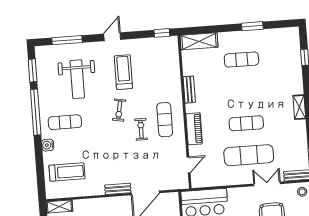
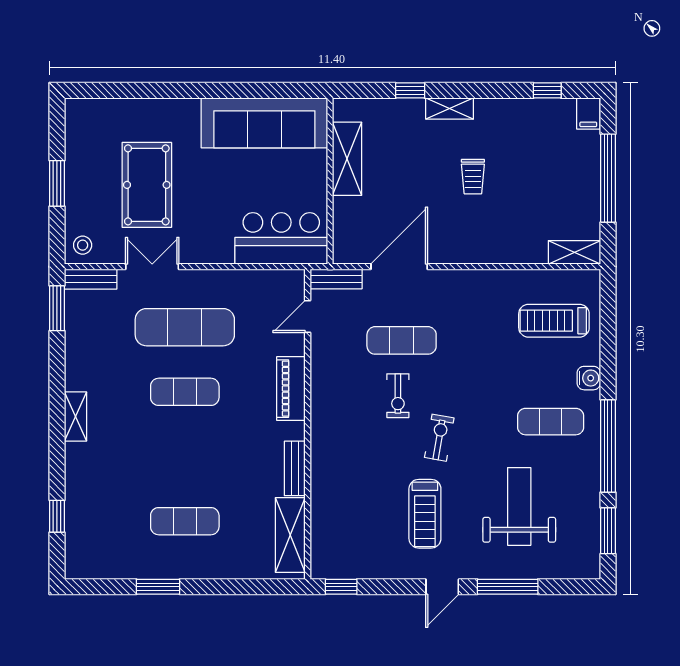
window: (67, 40) -> (508, 587), moved
shelving: (199, 41) -> (290, 535), moved, turned 90
exercise mat: (165, 120) -> (402, 340), moved, turned 90
double door: (267, 184) -> (152, 267), swing flipped
bench: (118, 189) -> (336, 279), moved

